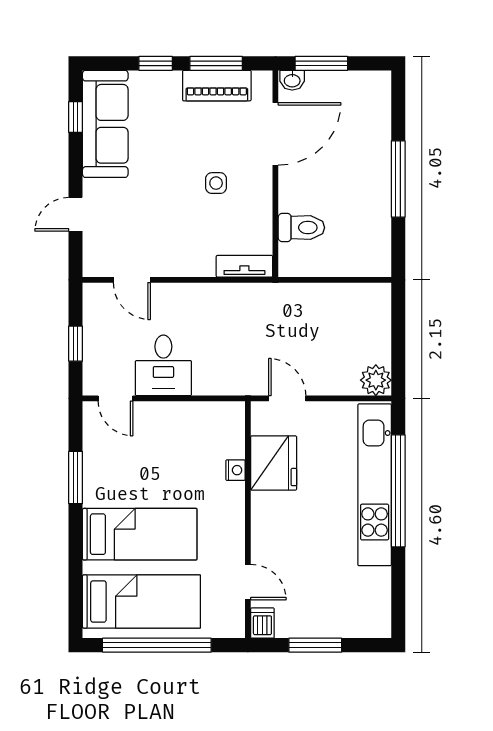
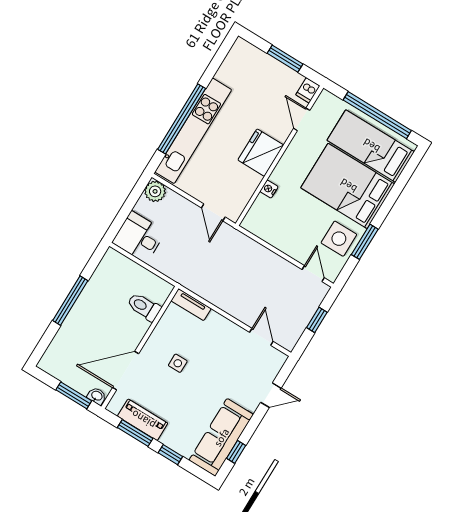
desk: (163, 365) -> (139, 237), moved, turned -90
side table: (110, 462) -> (339, 239), added
fridge: (274, 463) -> (261, 153), moved
bed: (140, 534) -> (348, 186), width x1.50

